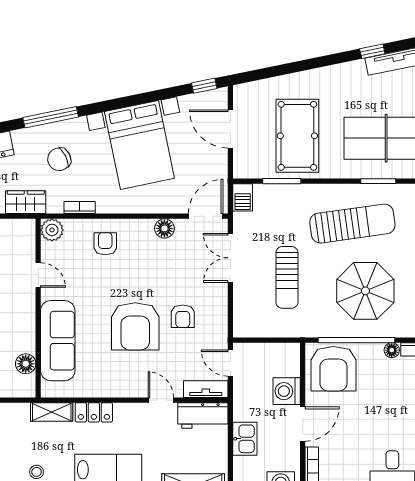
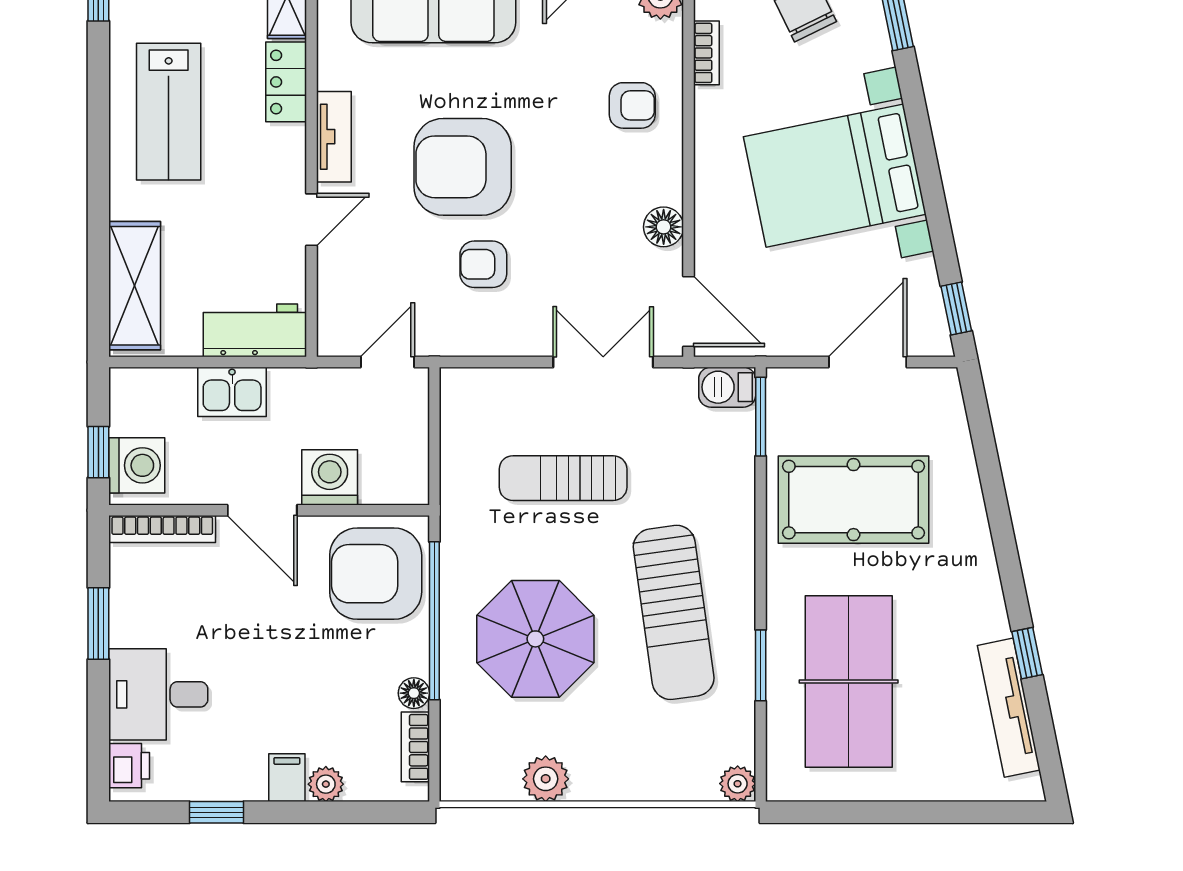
window: (282, 181) -> (761, 417), moved
tv unit: (206, 389) -> (334, 137), moved
workbench: (203, 415) -> (254, 330), moved, turned 90

